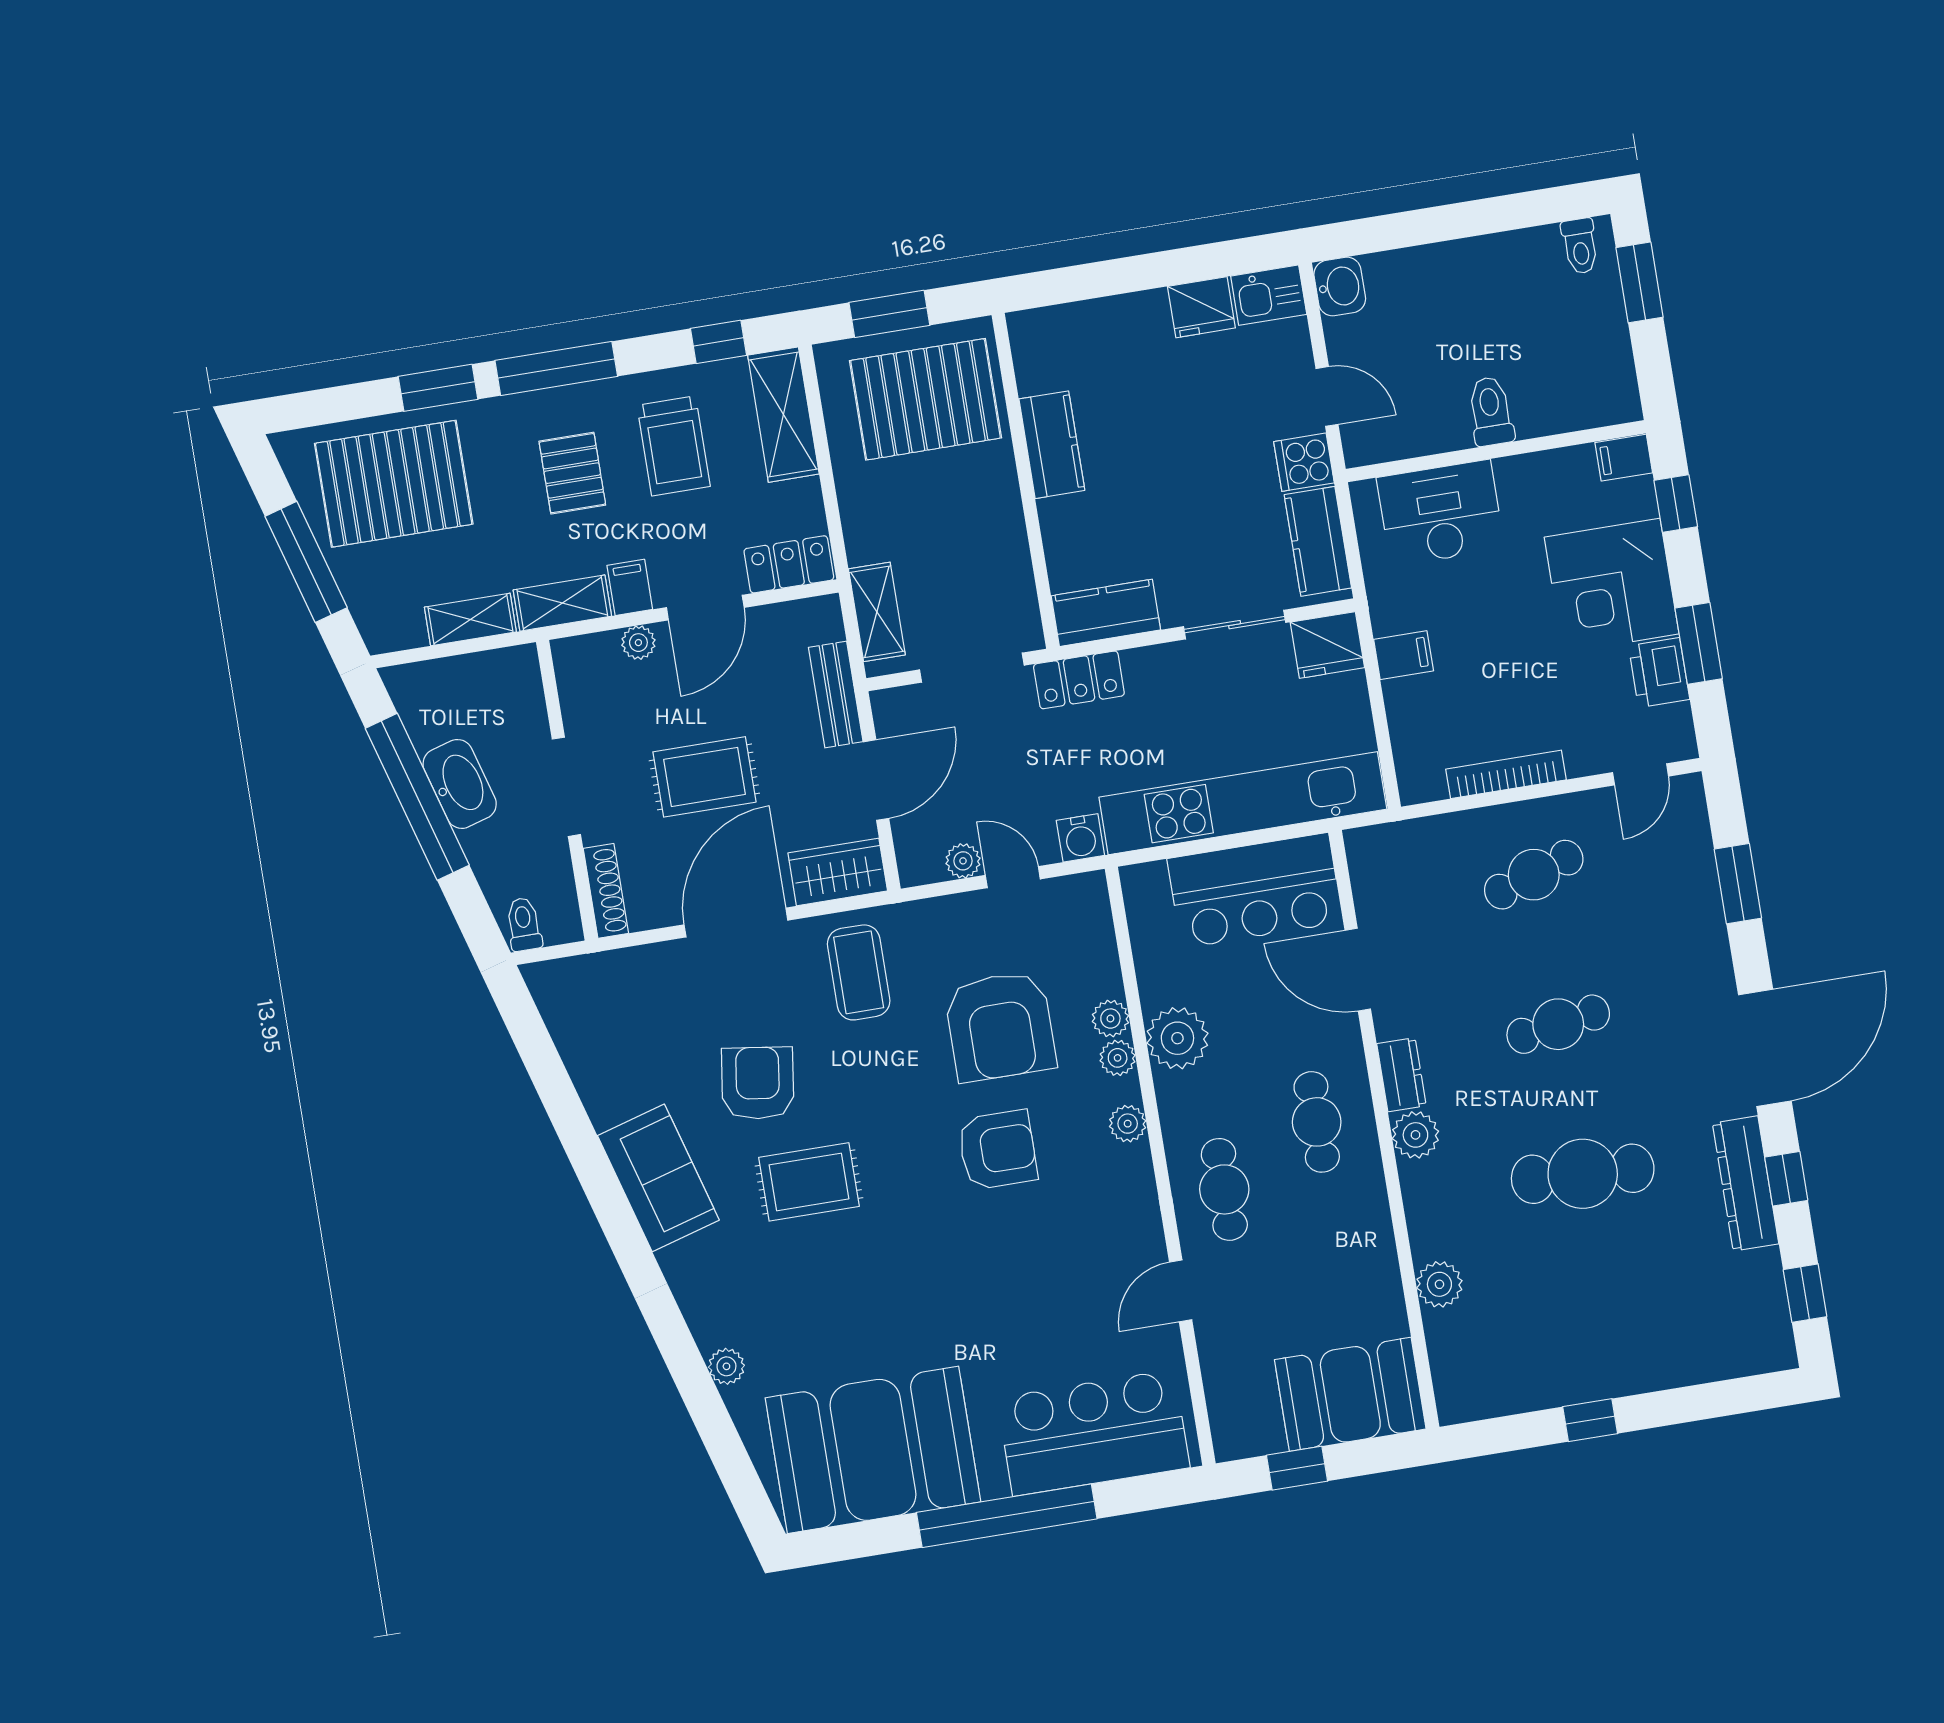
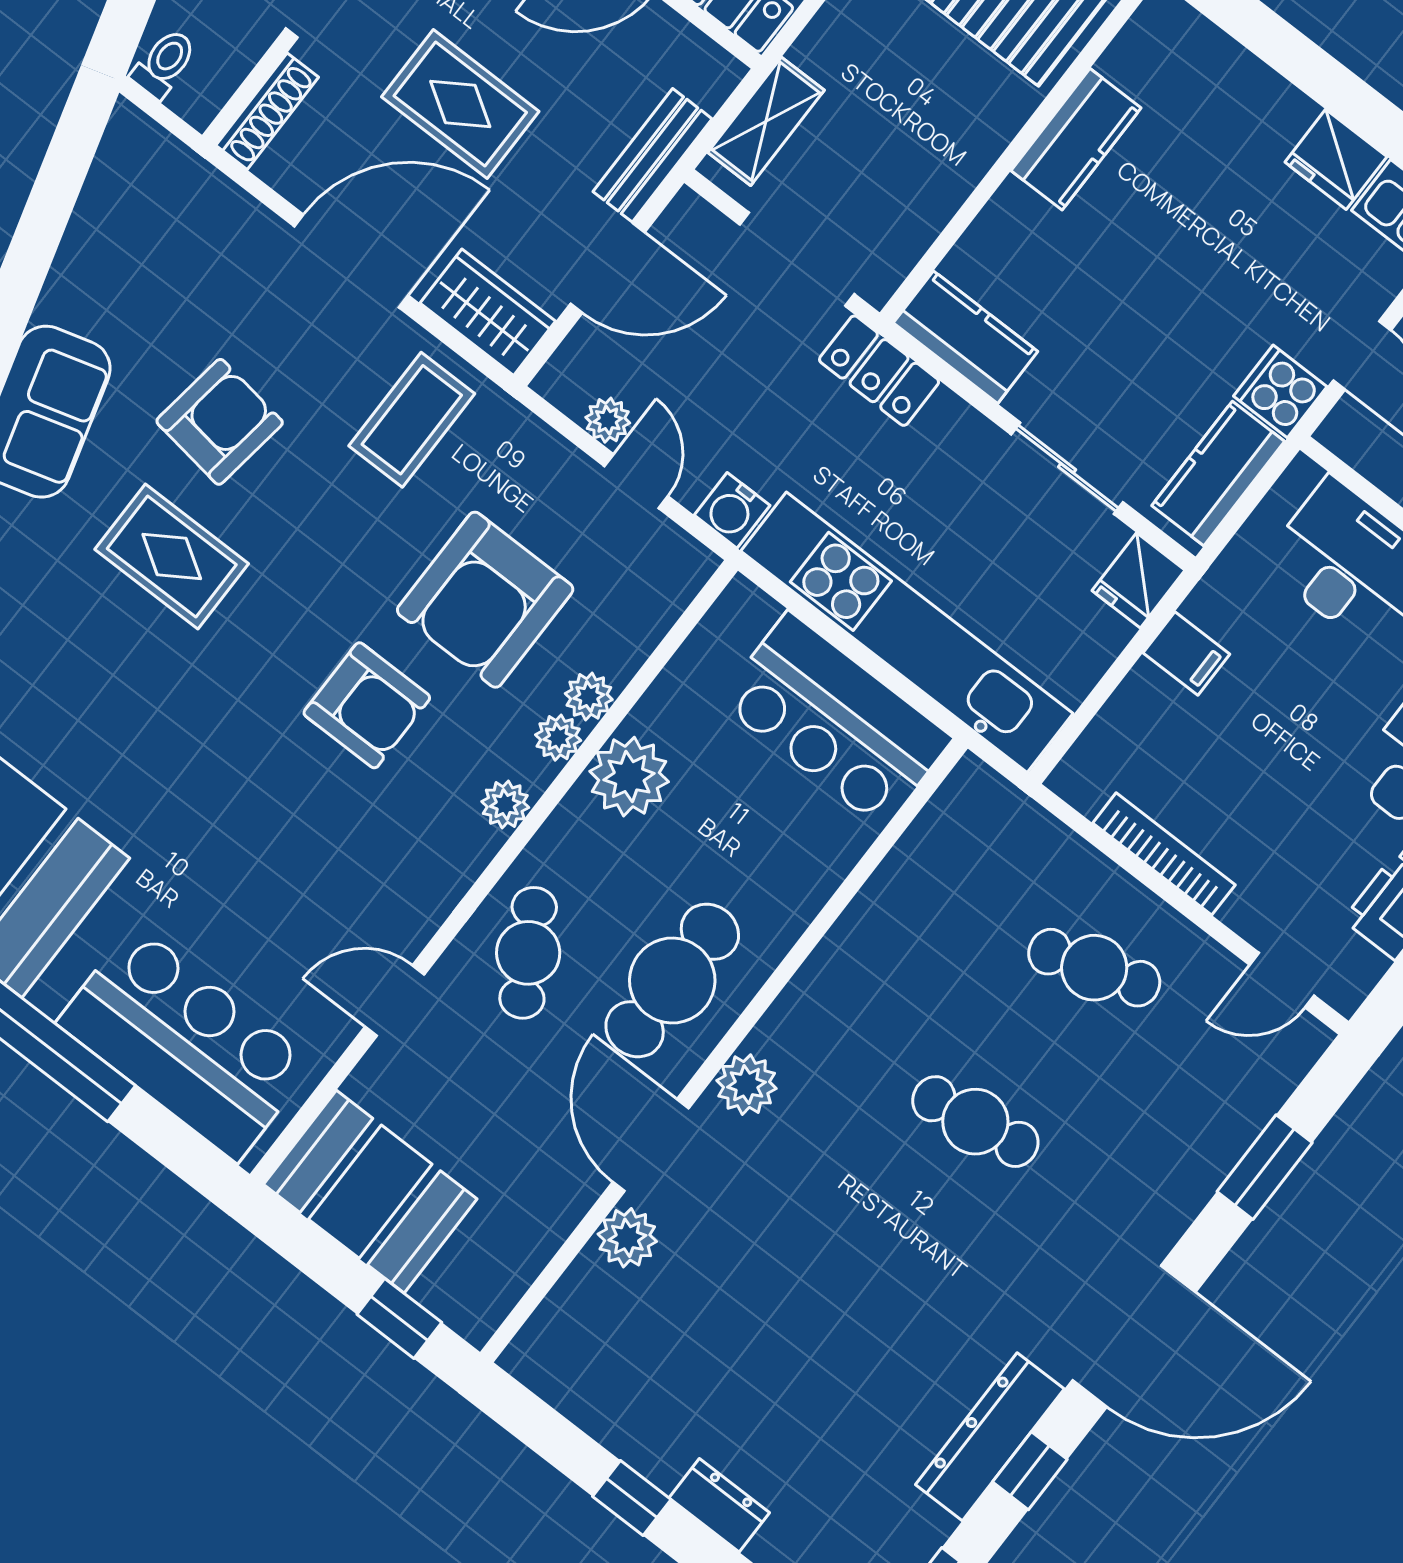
fridge: (1327, 645) -> (1139, 580), width x0.72
door: (1358, 970) -> (651, 1145), moved
dresser: (1401, 1075) -> (719, 1505), moved, turned -90
cafe table: (1317, 1122) -> (672, 980), width x1.37, depth x1.35
cafe table: (1583, 1174) -> (856, 1275), removed
cafe table: (1224, 1189) -> (528, 953), turned -30
booth: (1350, 1394) -> (370, 1192), moved
window: (1297, 1468) -> (399, 1318), moved

